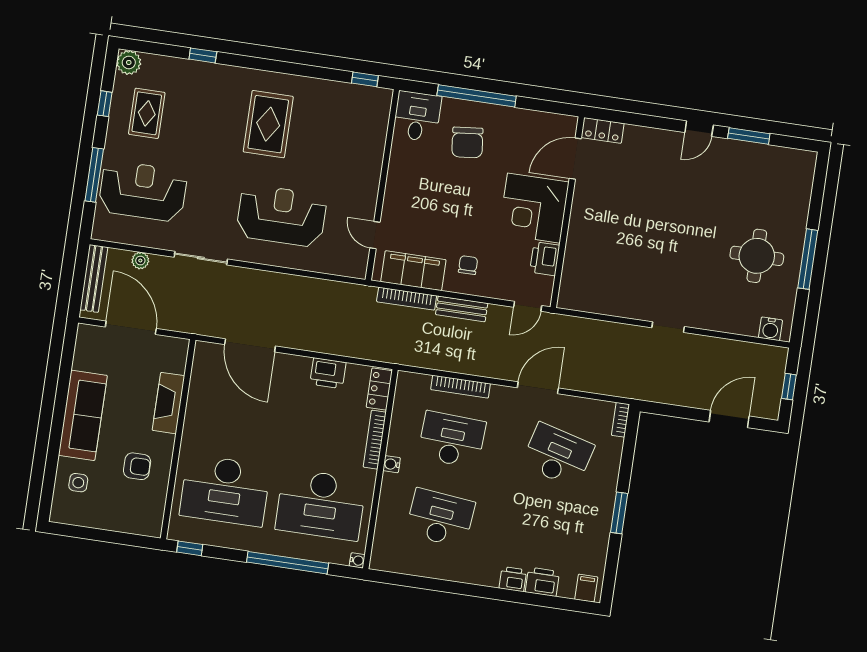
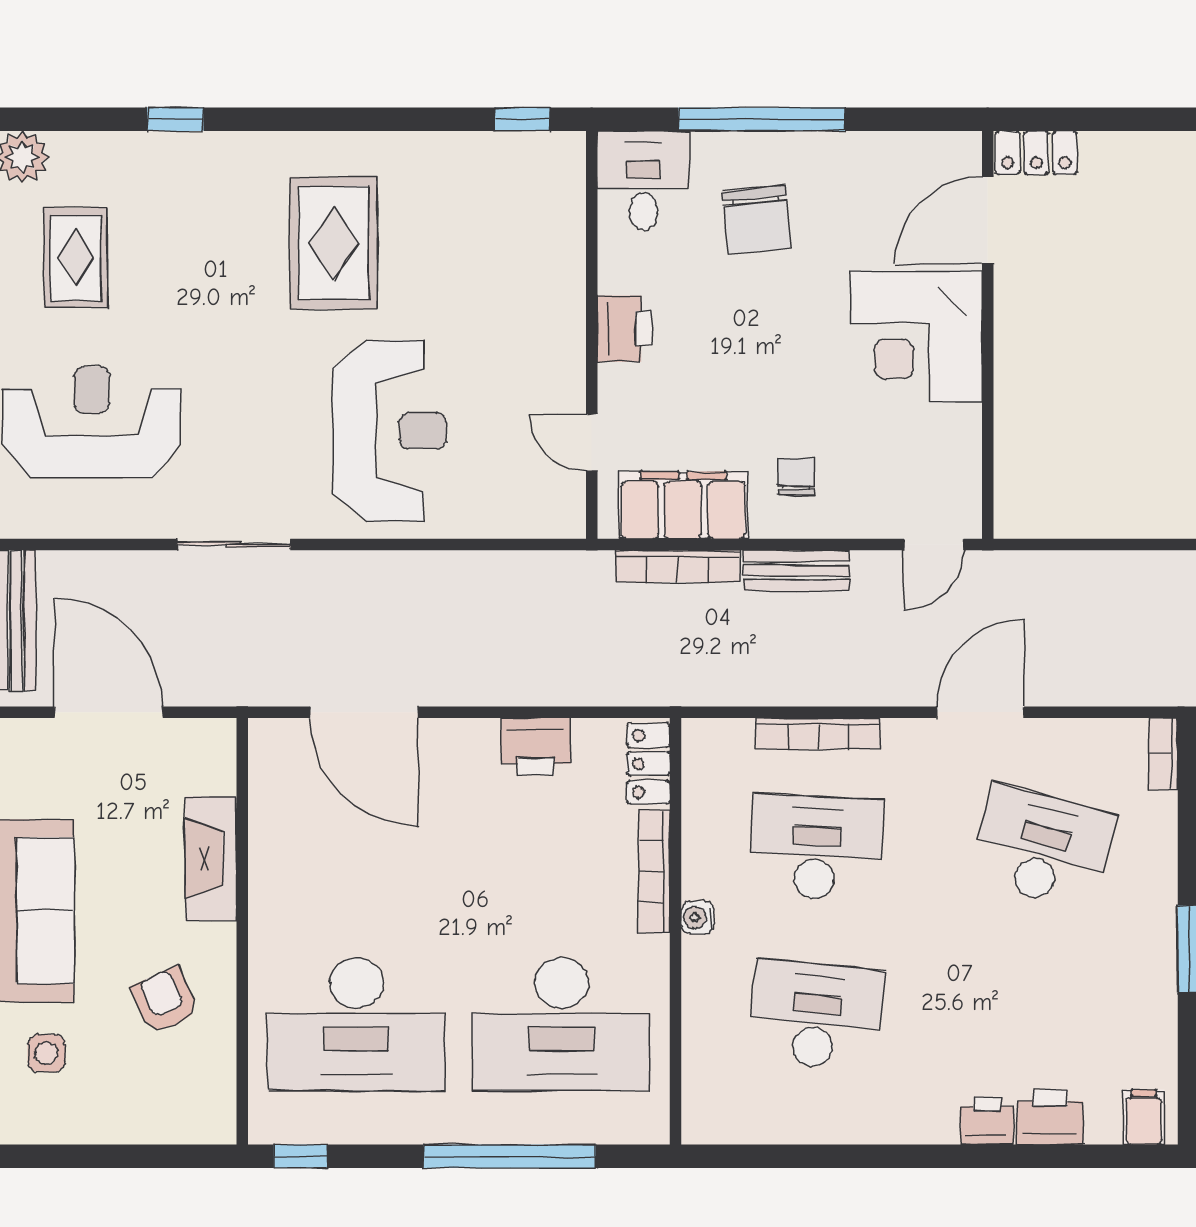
reception desk: (281, 216) -> (390, 431), turned 90
printer: (545, 259) -> (625, 329), moved, turned 180
plant: (140, 261) -> (108, 568), removed
armchair: (137, 466) -> (165, 1001), turned -114
water cooler: (357, 560) -> (655, 1130), removed

